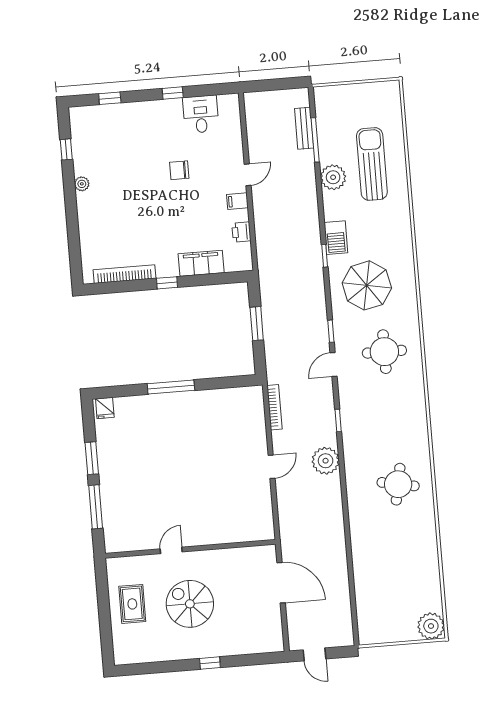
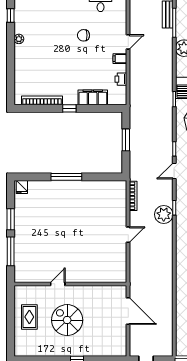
plant: (326, 461) -> (164, 214), moved

